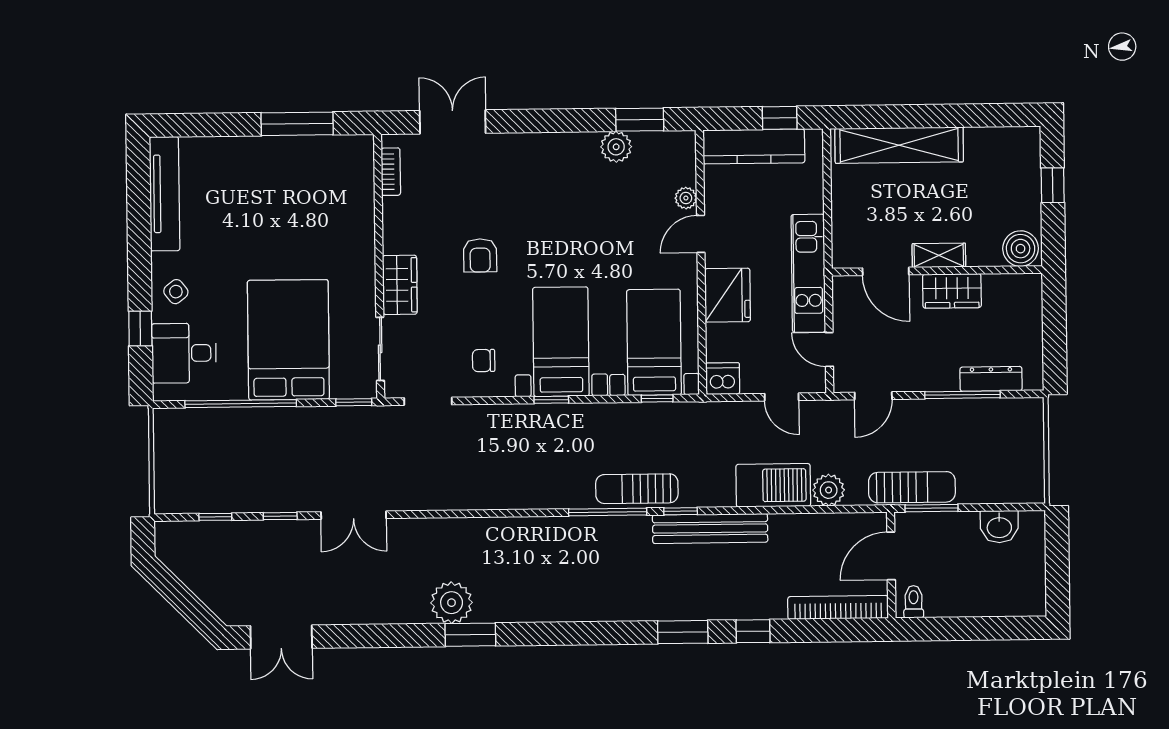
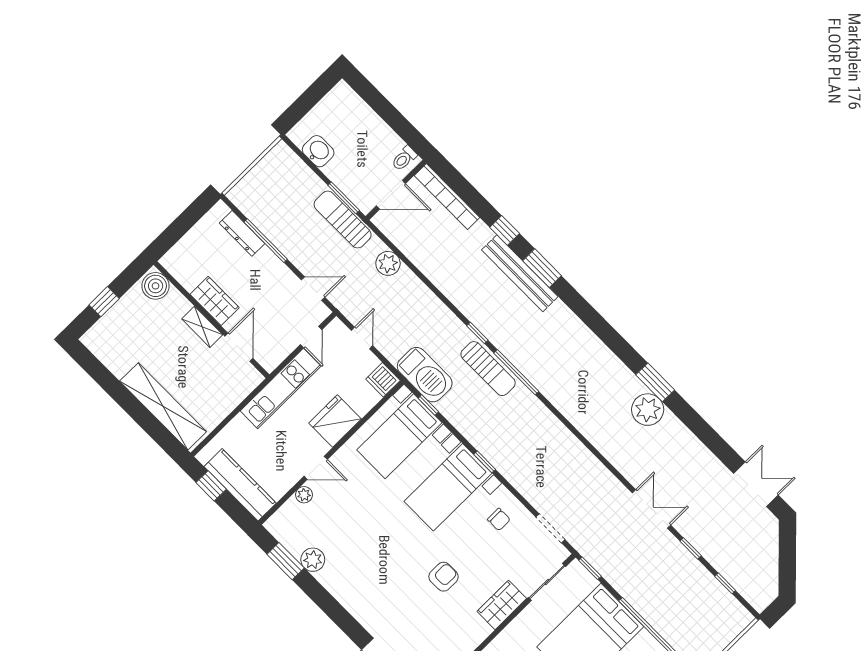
barbecue: (773, 485) -> (425, 375), moved, turned 180
bench: (710, 529) -> (520, 273), moved

